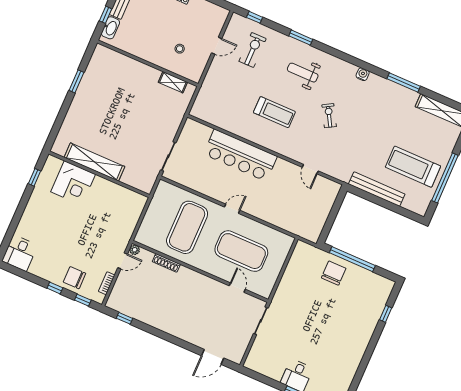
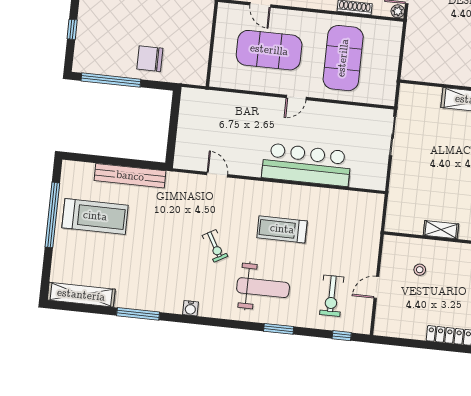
weight bench: (303, 73) -> (263, 288), width x1.36, depth x1.33
shelving: (173, 82) -> (441, 230), moved
window: (352, 259) -> (111, 80), moved
chair: (334, 273) -> (150, 59), turned 90

